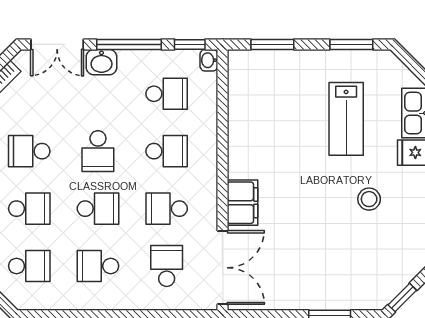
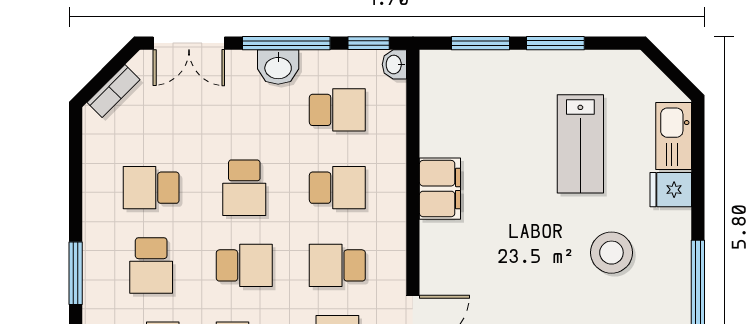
window: (351, 44) -> (555, 43), moved
washbasin: (101, 62) -> (278, 67), moved
stool: (369, 199) -> (611, 253), width x1.38, depth x1.38
filing cabinet: (242, 203) -> (440, 189), moved
school desk: (29, 209) -> (151, 265), turned 90

